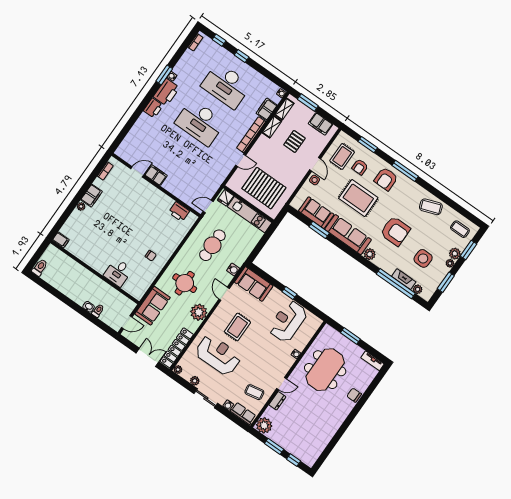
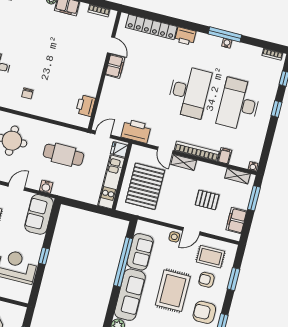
window: (164, 75) -> (225, 34), width x1.44
printer: (166, 92) -> (136, 131), moved, turned 180
filing cabinet: (267, 109) -> (225, 156), width x0.50
desk: (200, 122) -> (189, 92), turned 180
shelving: (272, 127) -> (184, 162), moved
locker: (135, 133) -> (151, 27), added
door: (208, 206) -> (103, 134), hinge flipped
window: (319, 230) -> (123, 262), width x2.11

